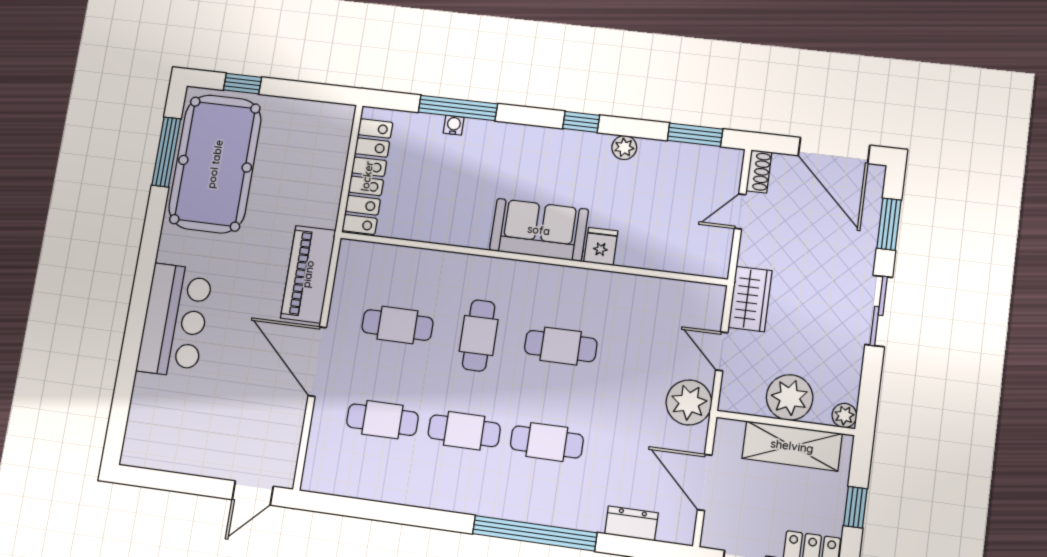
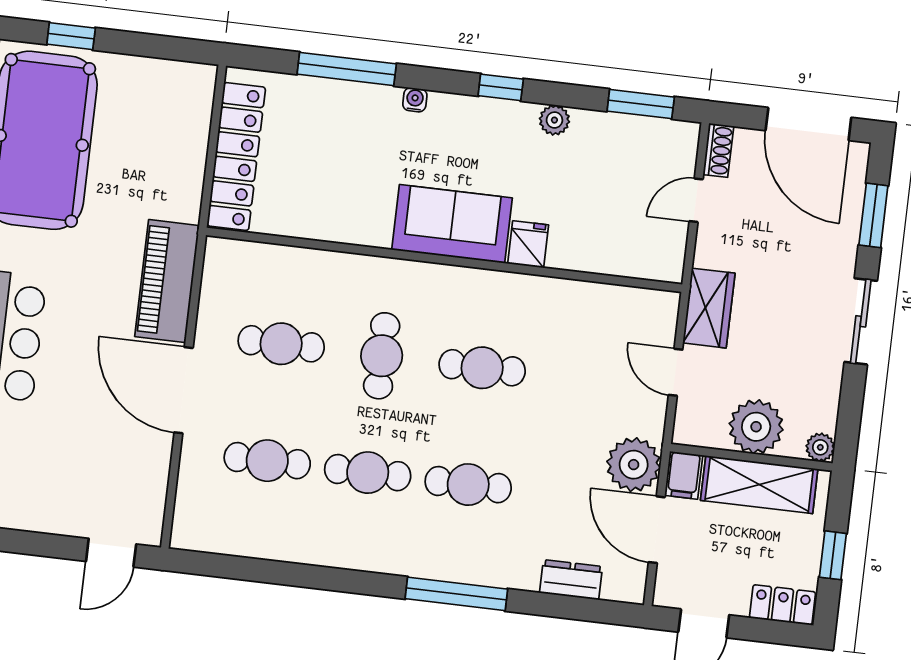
water cooler: (454, 125) -> (415, 100), moved
plant: (689, 402) -> (634, 465), moved
filing cabinet: (728, 437) -> (684, 475), added
window: (535, 533) -> (456, 594), width x0.68

